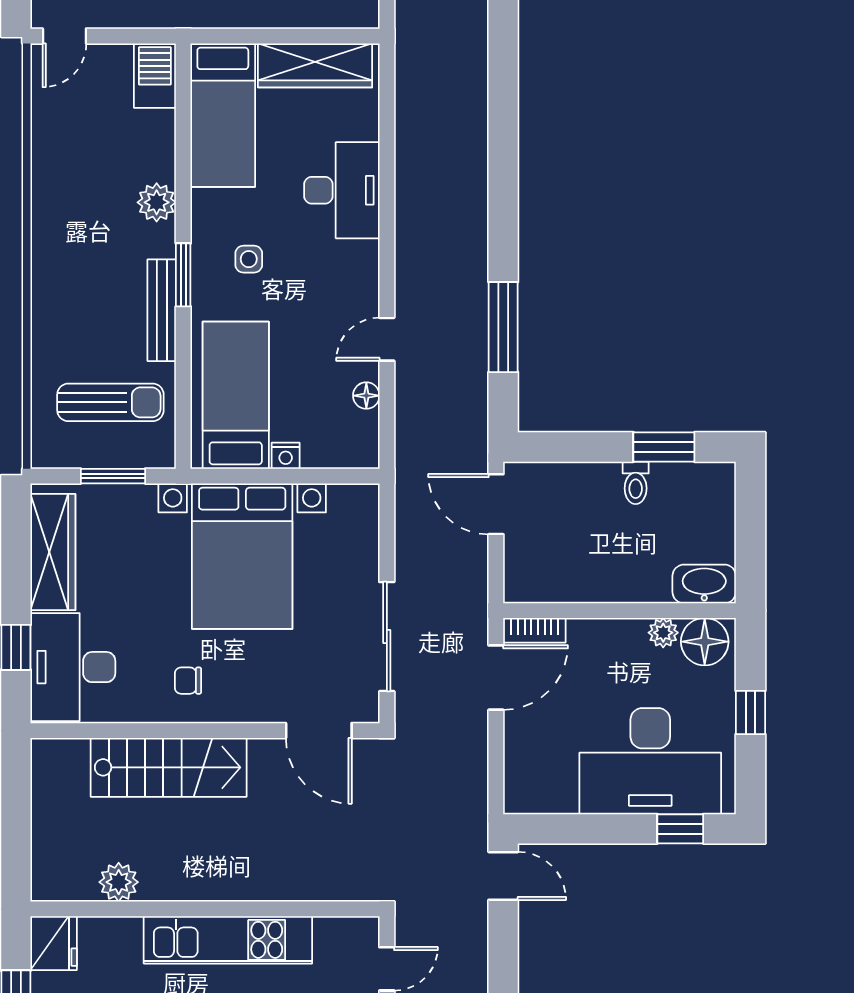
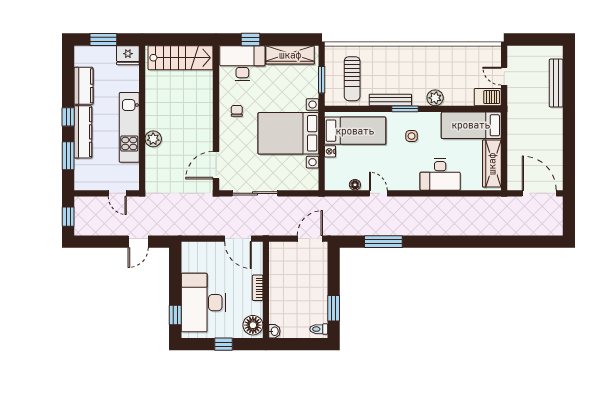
door: (64, 36) -> (504, 76), moved
toilet: (636, 483) -> (319, 329), moved
washbasin: (704, 584) -> (274, 331), width x0.52, depth x0.69
bookcase: (535, 630) -> (258, 288), moved
plant: (663, 633) -> (257, 308), removed
stairs: (169, 767) -> (181, 58), moved, turned -90
door: (503, 876) -> (138, 242), moved
plant: (119, 882) -> (153, 139), moved

